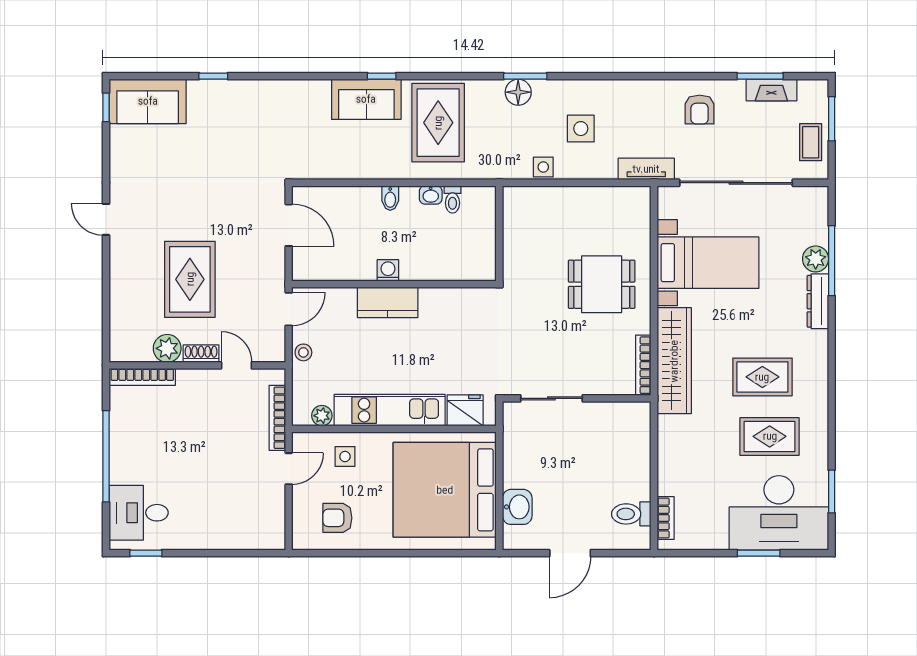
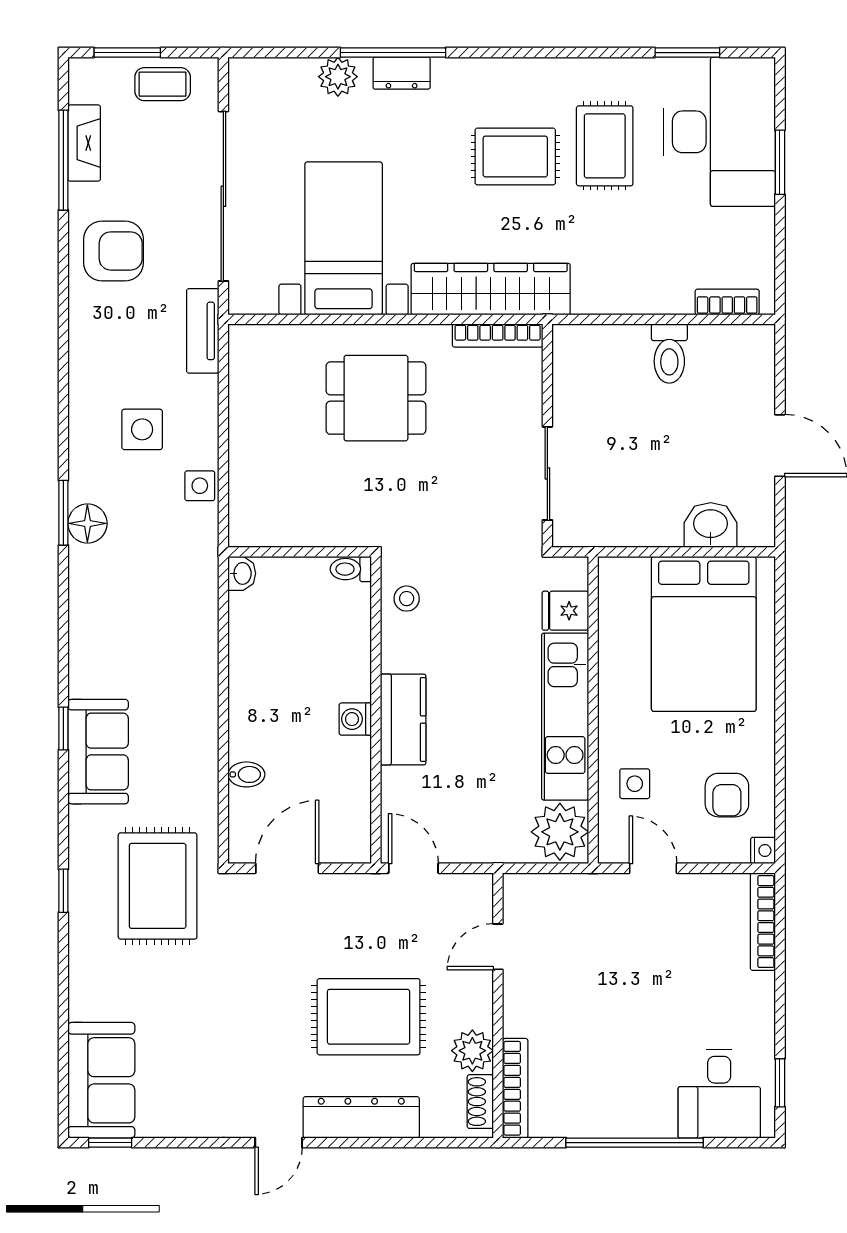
window: (213, 76) -> (63, 891), moved
window: (760, 76) -> (63, 160), width x1.44
armchair: (700, 110) -> (114, 251), width x1.38, depth x1.38
rug: (438, 123) -> (158, 886), moved, turned 90
washbasin: (431, 195) -> (242, 573), moved
bidet: (390, 198) -> (246, 774), moved
toilet: (452, 199) -> (351, 569), moved, turned 180
window: (832, 261) -> (393, 53), moved
dresser: (123, 274) -> (361, 1117), added
dining table: (602, 284) -> (376, 398), turned 90
dresser: (818, 301) -> (402, 73), width x0.70
stool: (303, 352) -> (407, 599), moved
shoe rack: (201, 354) -> (480, 1102), moved
rug: (762, 377) -> (515, 156), turned 90
fridge: (465, 410) -> (565, 611), width x0.72
plant: (322, 416) -> (560, 832), width x1.88, depth x1.88
bookcase: (277, 418) -> (763, 922), moved, turned 90
bed: (445, 490) -> (704, 634), width x0.73
toilet: (631, 514) -> (669, 354), moved
nightstand: (301, 542) -> (763, 851), added

